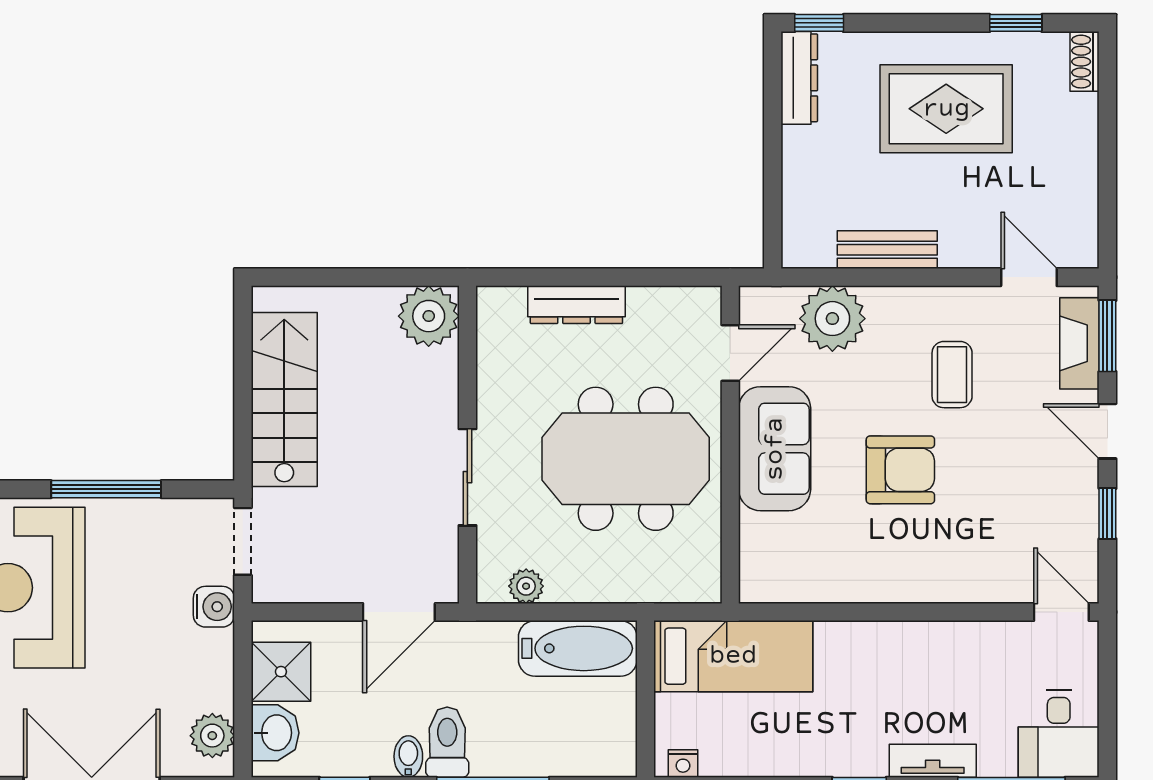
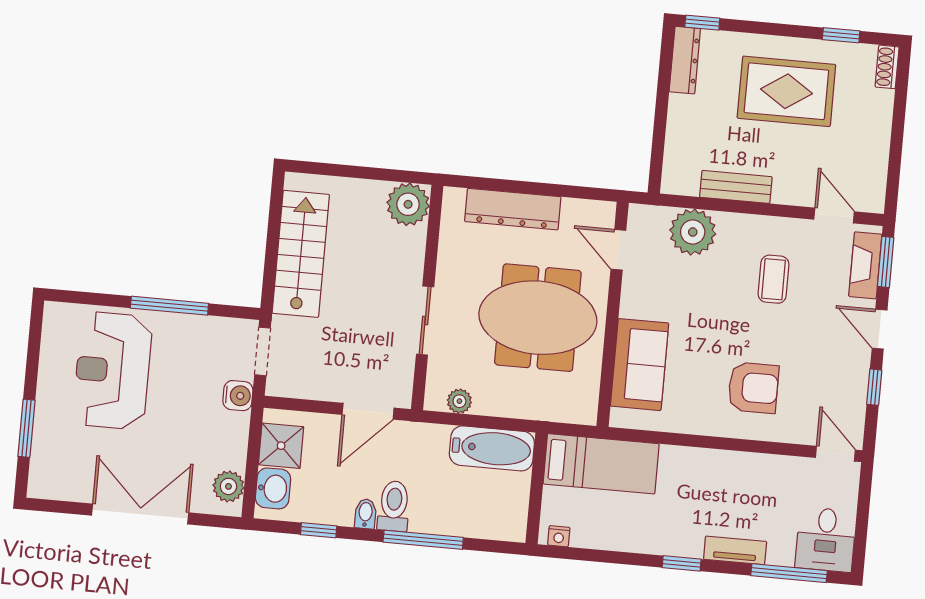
dresser: (576, 305) -> (513, 209), width x1.37, depth x1.24
door: (730, 353) -> (618, 250), swing flipped
sofa: (775, 449) -> (640, 365), moved
armchair: (900, 470) -> (753, 388), moved

